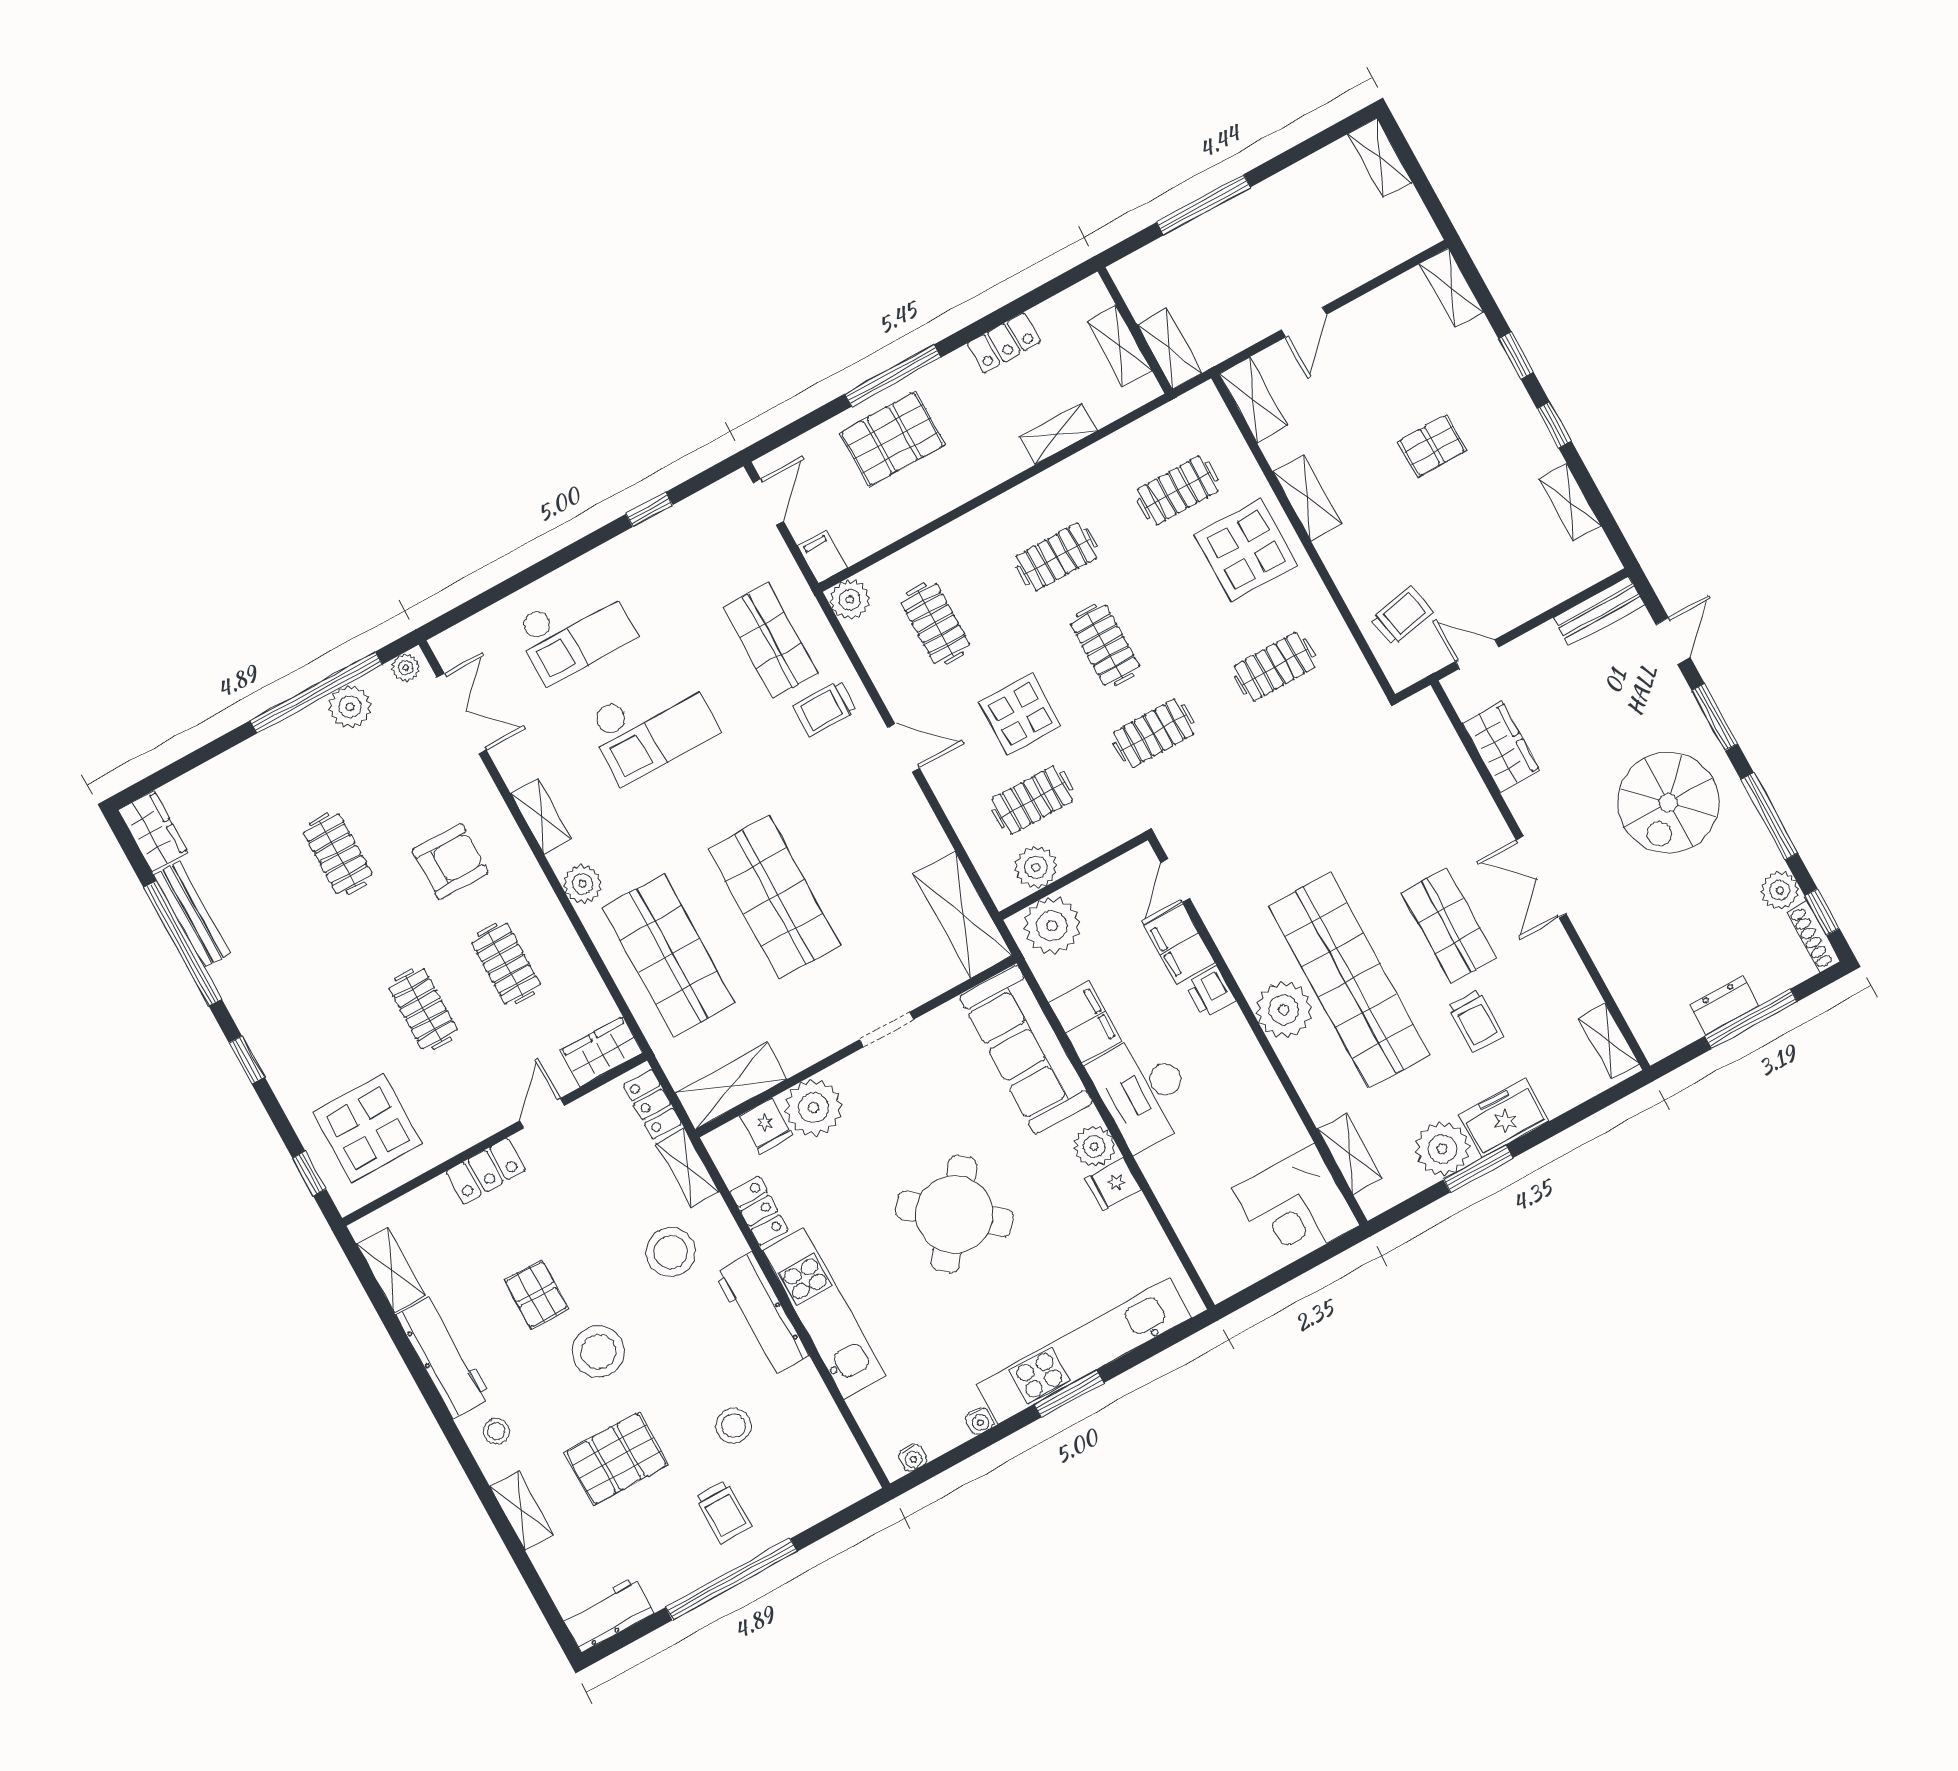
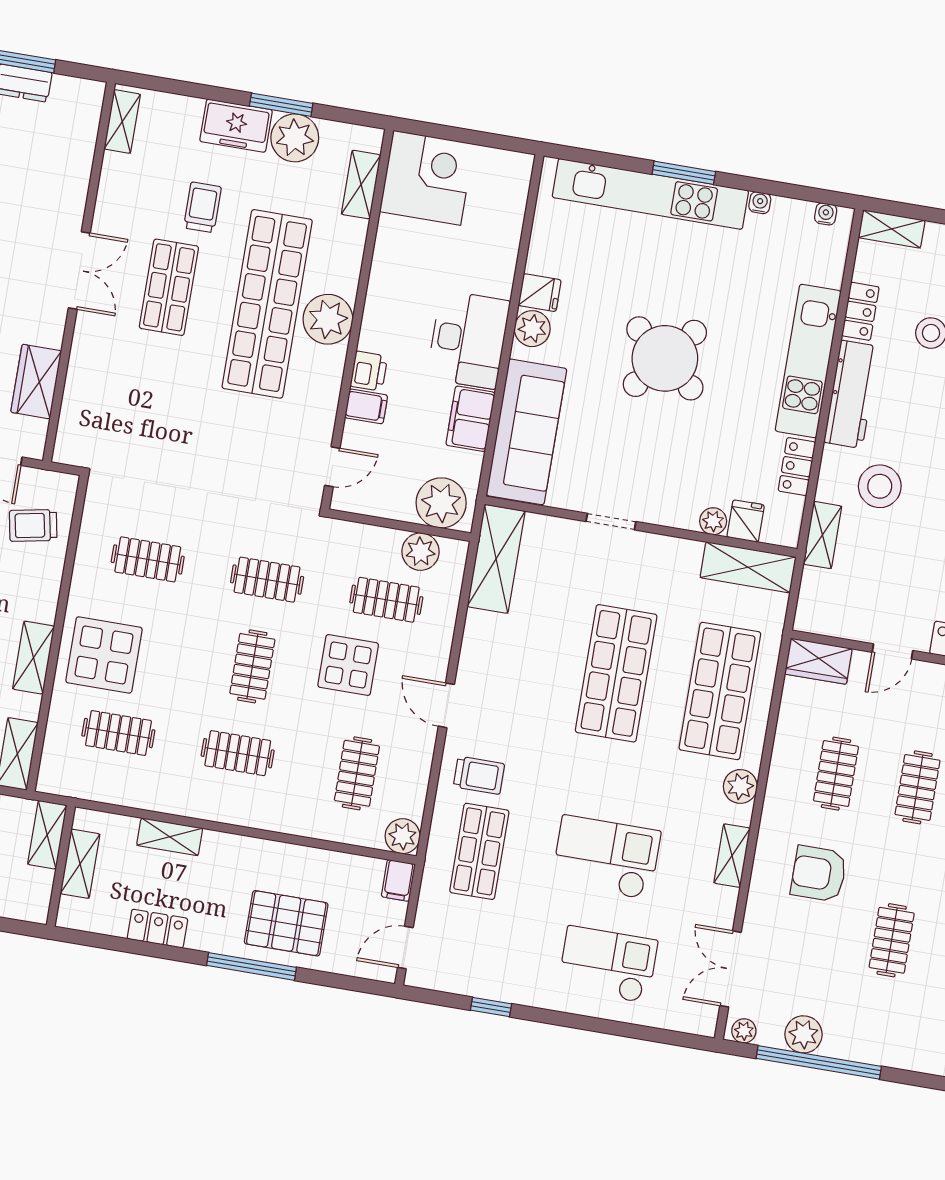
filing cabinet: (1180, 944) -> (366, 406), width x0.50
locker: (652, 1104) -> (860, 311), moved
plant: (814, 1108) -> (713, 521), width x0.53, depth x0.53
shelving: (843, 1491) -> (892, 229), added

